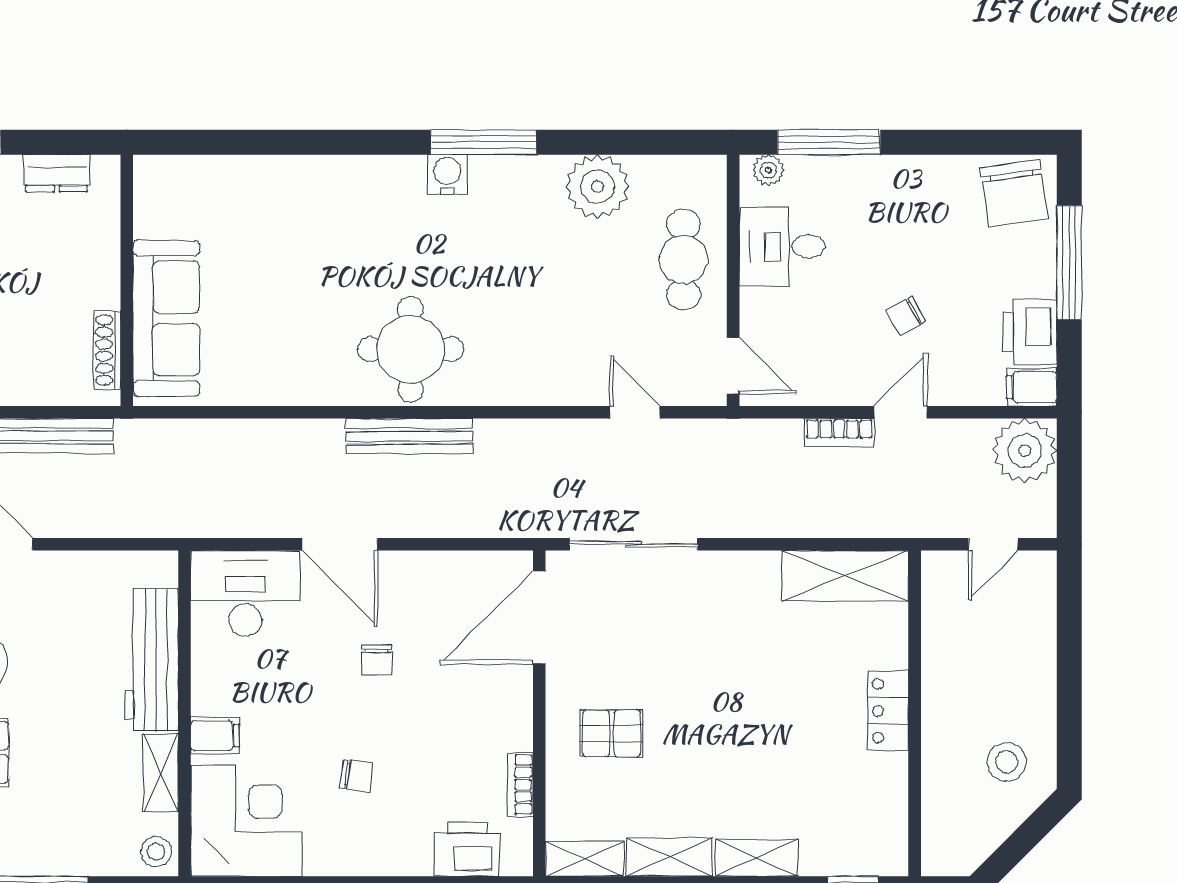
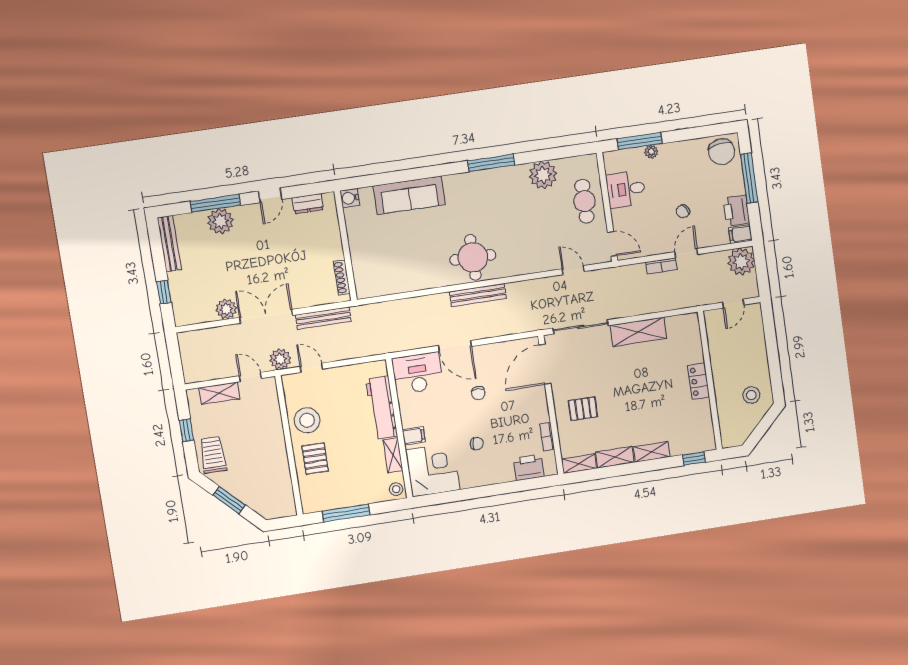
plant: (768, 170) -> (651, 152), moved
water cooler: (447, 174) -> (350, 198), moved, turned -90
sofa: (166, 318) -> (409, 195), moved, turned 90
shelving: (845, 576) -> (638, 332), moved

